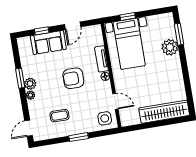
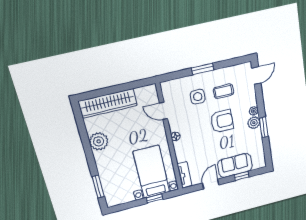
plant: (170, 47) -> (99, 141), moved
tv unit: (101, 59) -> (184, 175), moved
armchair: (73, 78) -> (222, 121), moved
side table: (105, 118) -> (198, 97), moved

